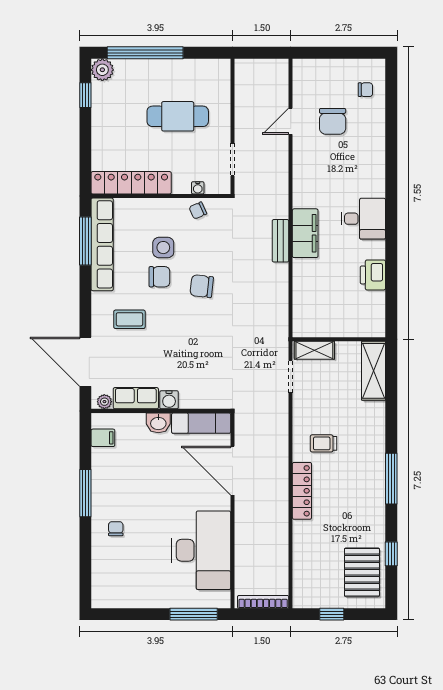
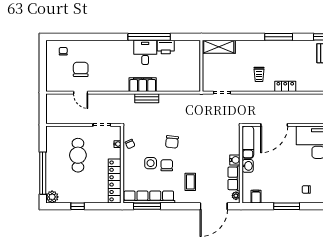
window: (85, 95) -> (78, 206), moved
chair: (333, 121) -> (81, 69), turned -90
desk: (363, 219) -> (145, 52), moved
window: (391, 245) -> (149, 37), added
shelving: (314, 350) -> (207, 79), removed
locker: (302, 491) -> (285, 86), width x0.66

